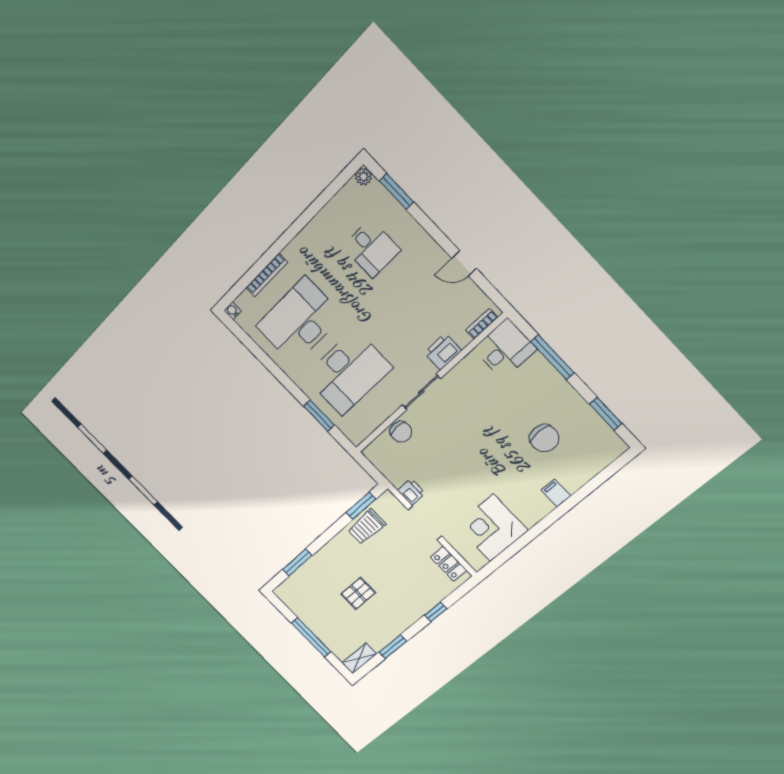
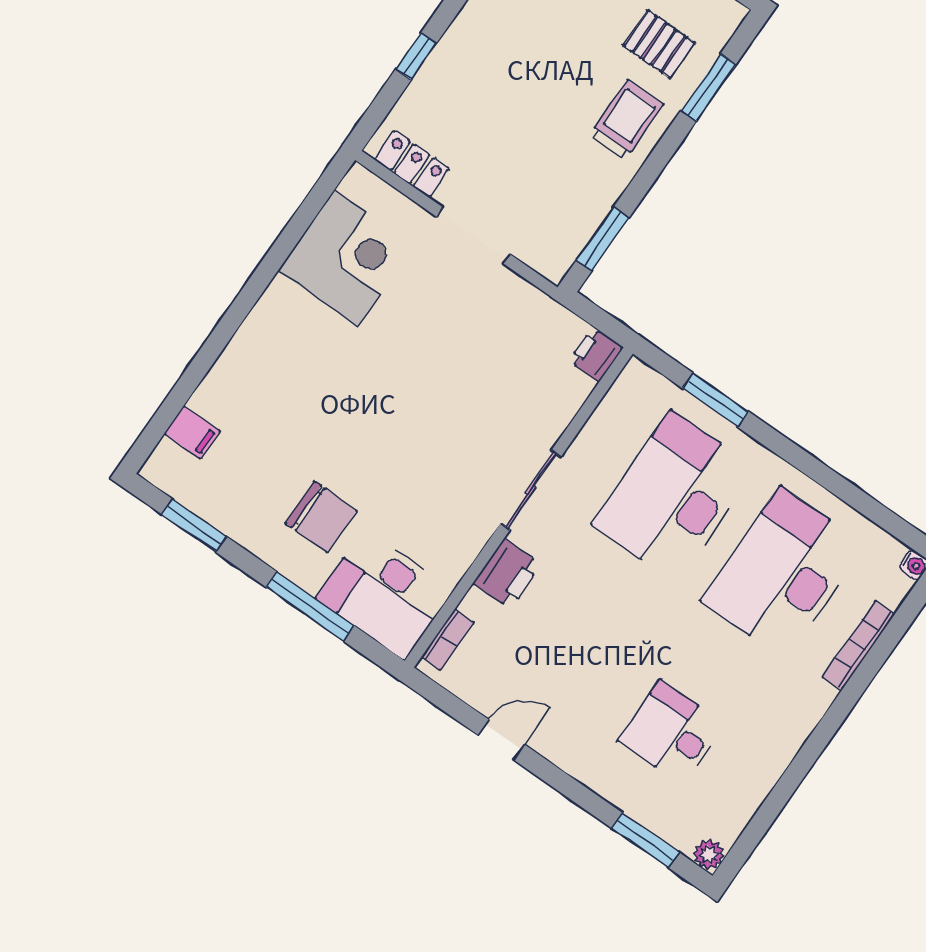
desk: (299, 321) -> (783, 573), turned 180
desk: (505, 349) -> (384, 594), width x1.37
chair: (401, 432) -> (554, 405), removed
chair: (544, 438) -> (321, 517), moved, turned 180
printer: (411, 492) -> (595, 355), moved, turned 90
filing cabinet: (556, 493) -> (192, 432), moved
trolley: (367, 527) -> (626, 120), moved
pallet: (358, 593) -> (659, 44), moved, turned 90

